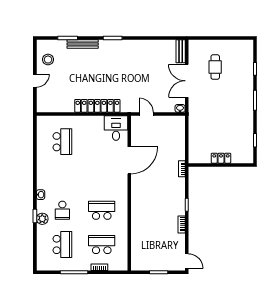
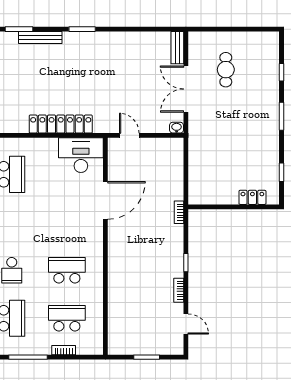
desk: (116, 128) -> (81, 155), width x1.37
locker: (221, 158) -> (252, 197), moved
door: (187, 261) -> (186, 324), moved

